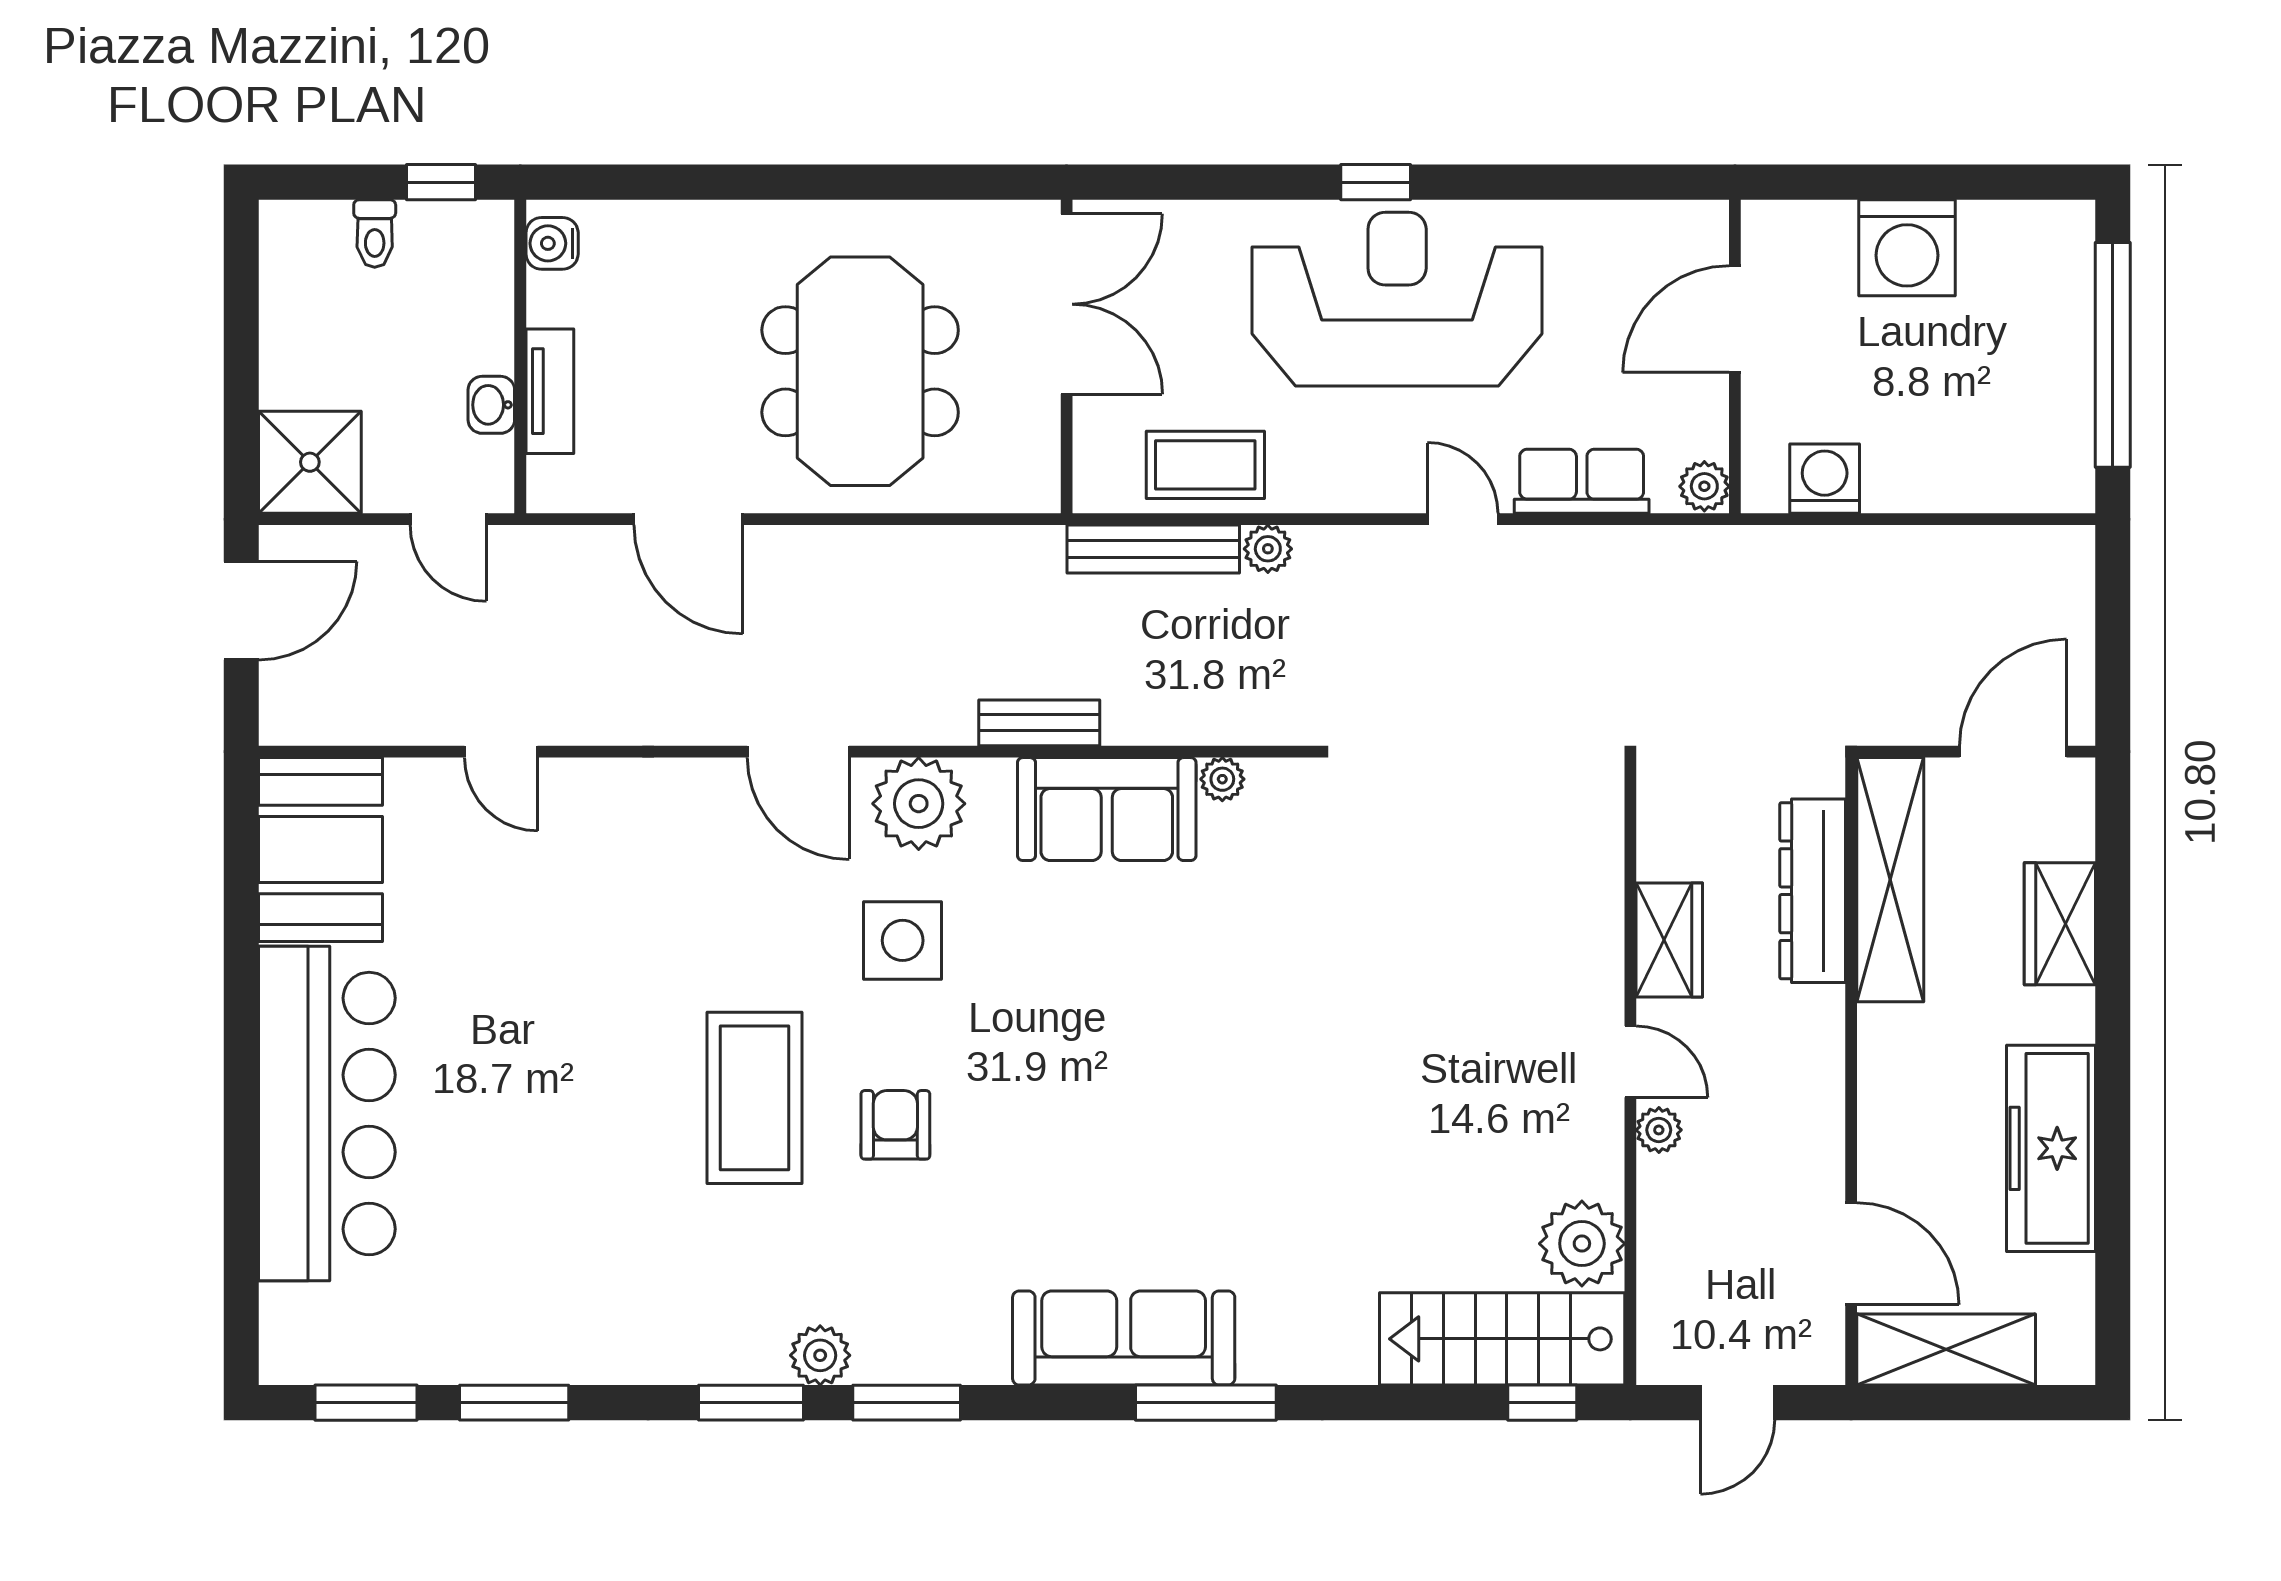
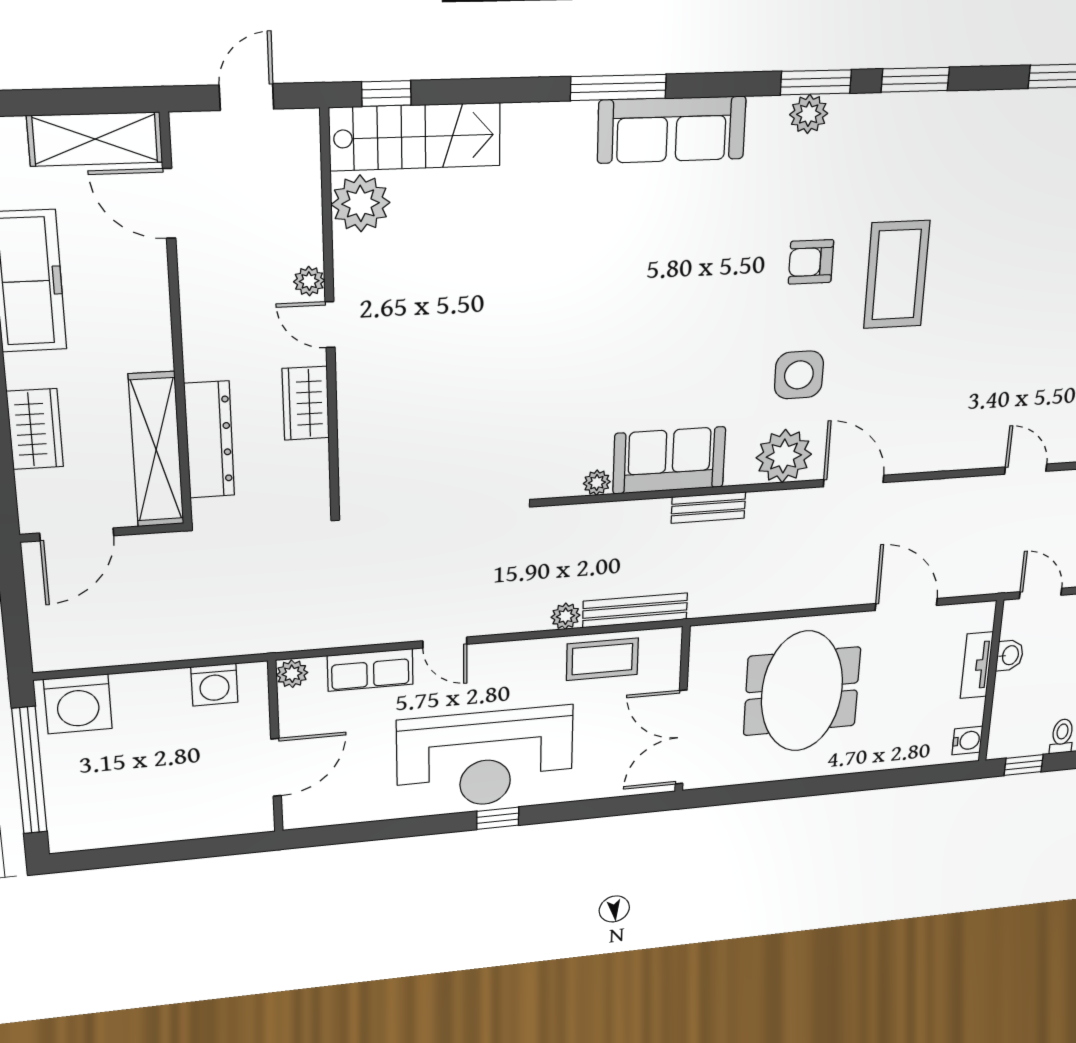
washing machine: (1907, 248) -> (78, 704), moved, turned 180
armchair: (895, 1125) -> (811, 262), turned 90
plant: (820, 1355) -> (809, 114), moved

